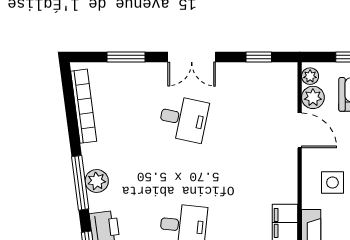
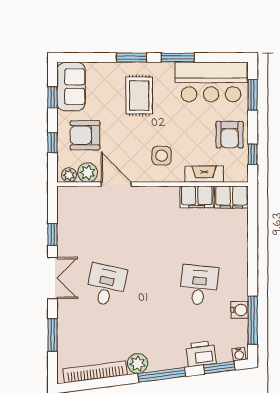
window: (259, 57) -> (52, 235), moved
door: (300, 130) -> (116, 184), hinge flipped
plant: (97, 181) -> (138, 363), moved

